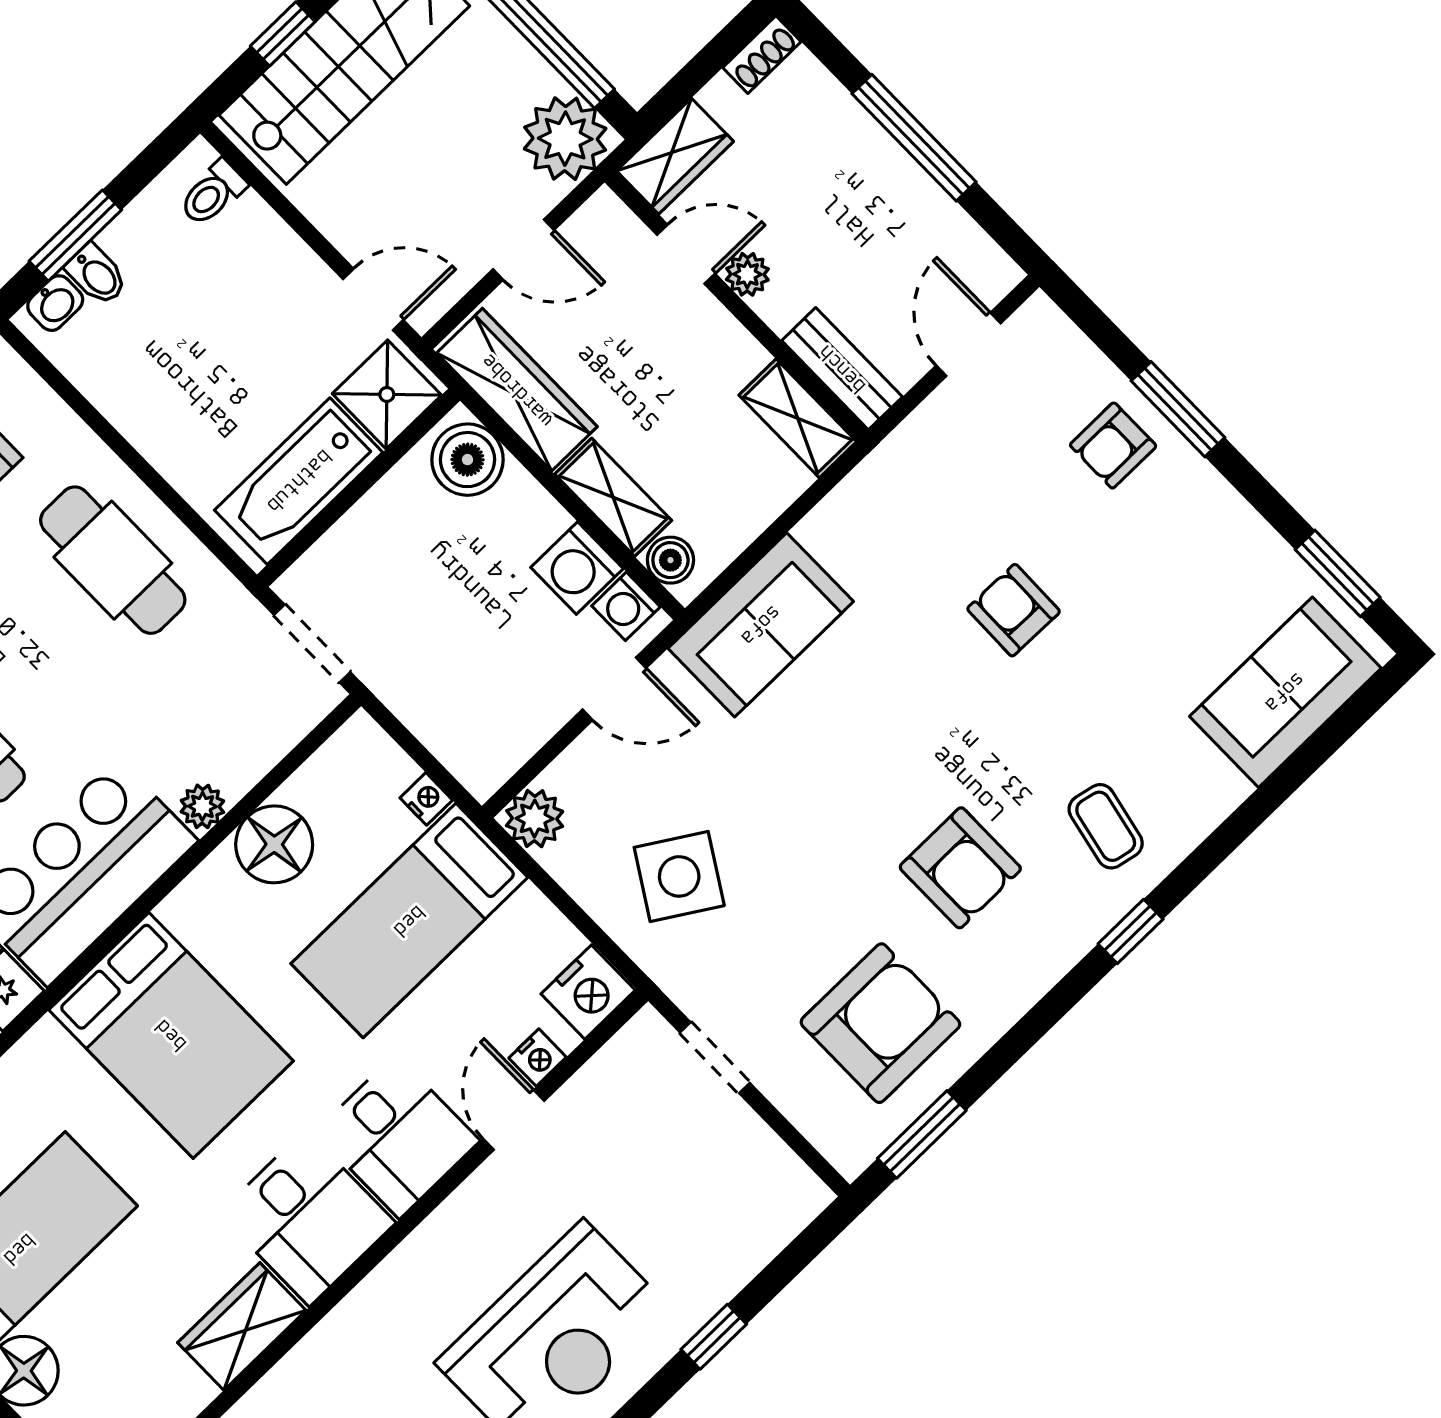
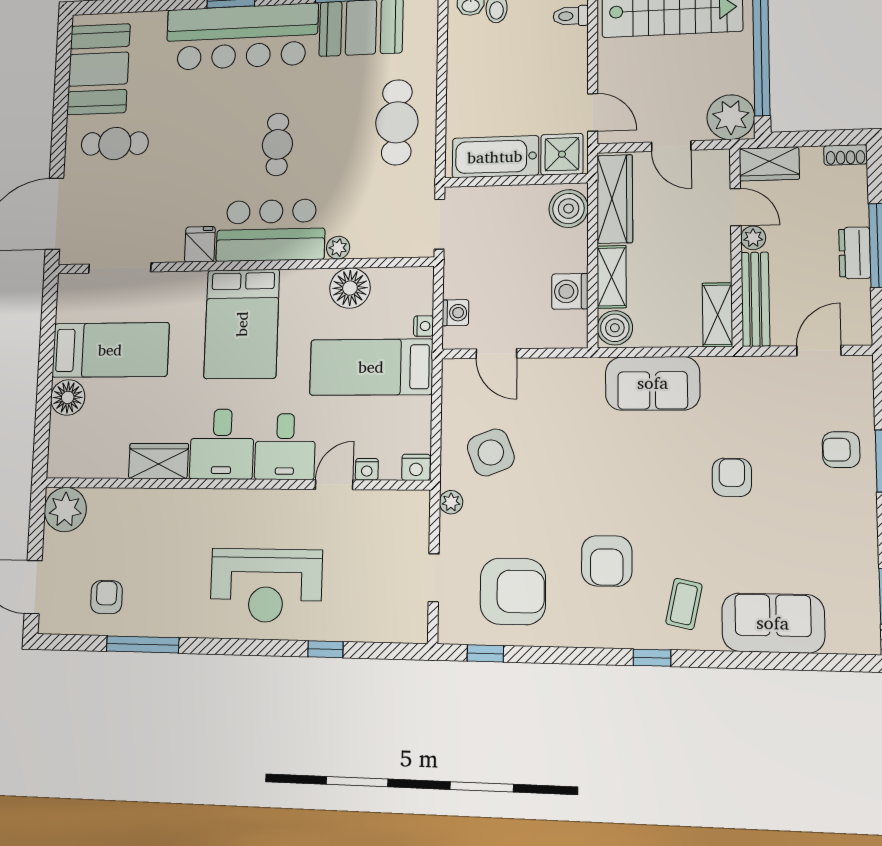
dresser: (894, 175) -> (855, 253), added
bench: (842, 369) -> (755, 299), width x1.36
boiler: (670, 560) -> (615, 328), width x1.36, depth x1.36
washing machine: (626, 606) -> (455, 313), moved, turned 180
sofa: (761, 625) -> (653, 383), moved
door: (614, 689) -> (496, 353), moved
sofa: (1285, 692) -> (773, 623), moved
plant: (535, 819) -> (451, 502), moved, width x0.73, depth x0.73
side table: (679, 876) -> (491, 452), turned 37
nightstand: (588, 992) -> (416, 467), width x0.74, depth x0.75
doorway: (715, 1058) -> (434, 578), moved
window: (922, 1134) -> (485, 653), width x0.67

